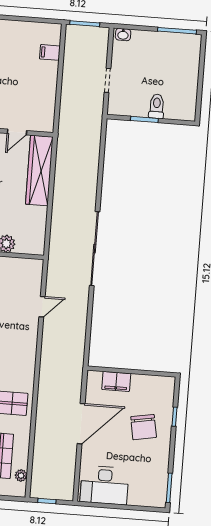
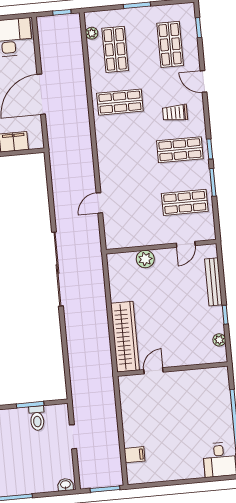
toilet: (157, 106) -> (37, 418), moved

